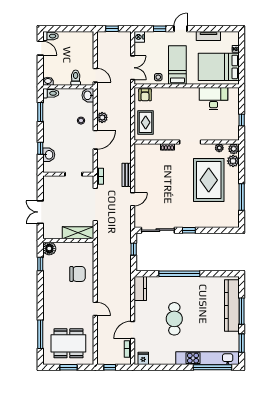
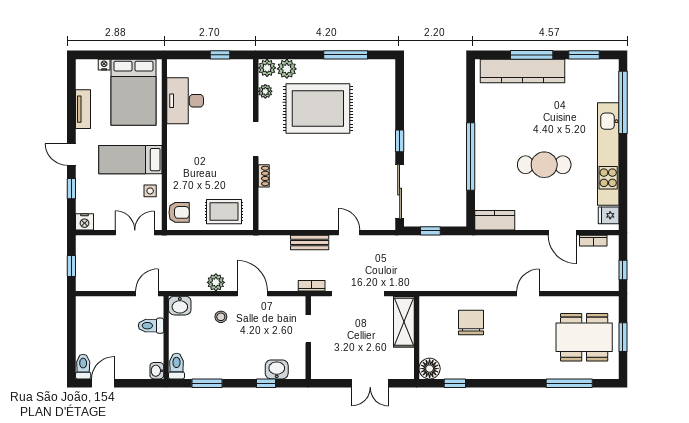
dining table: (68, 343) -> (584, 337), turned 90
kitchen unit: (207, 358) -> (608, 154), moved

